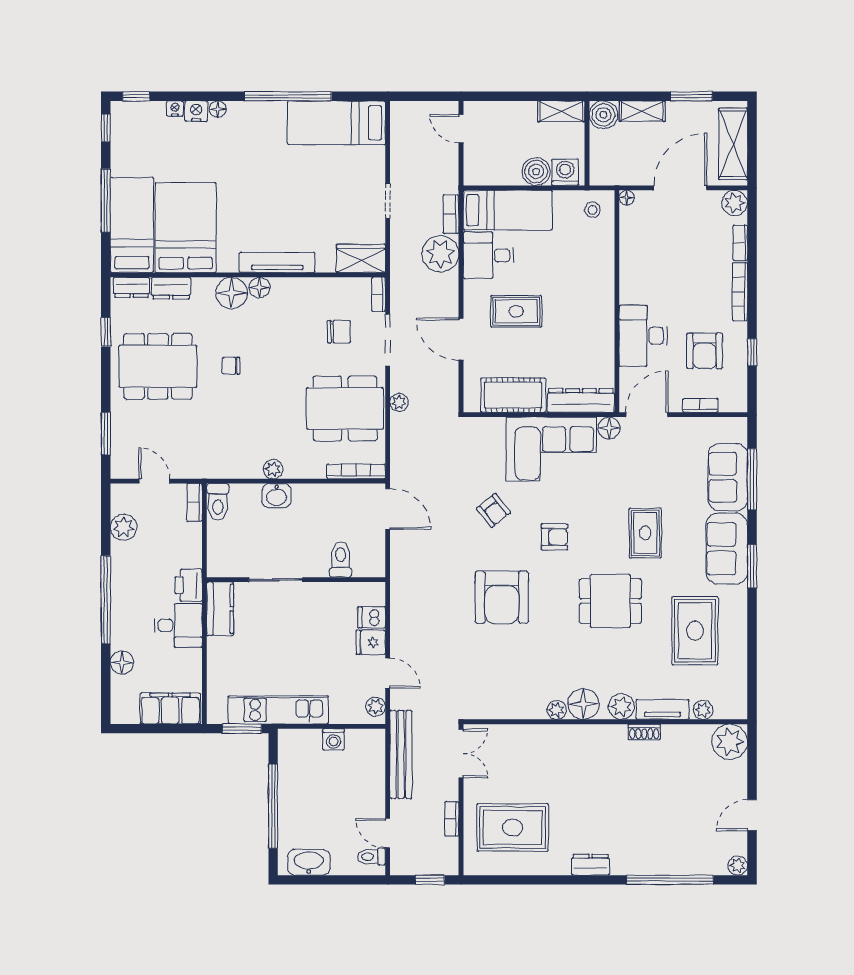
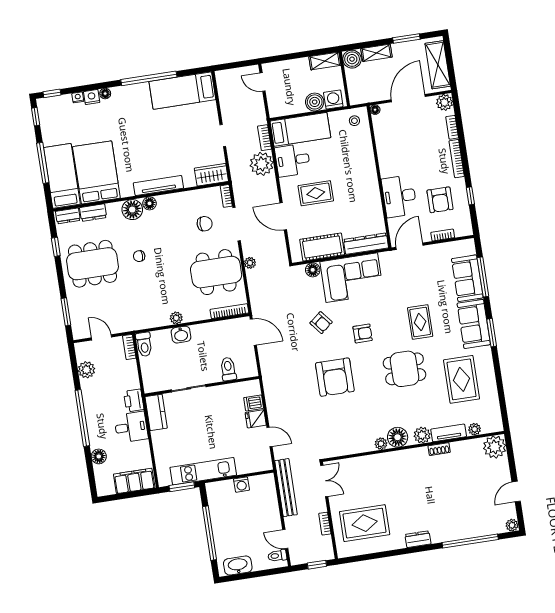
floor lamp: (609, 428) -> (313, 270), moved
plant: (376, 707) -> (265, 459), removed

